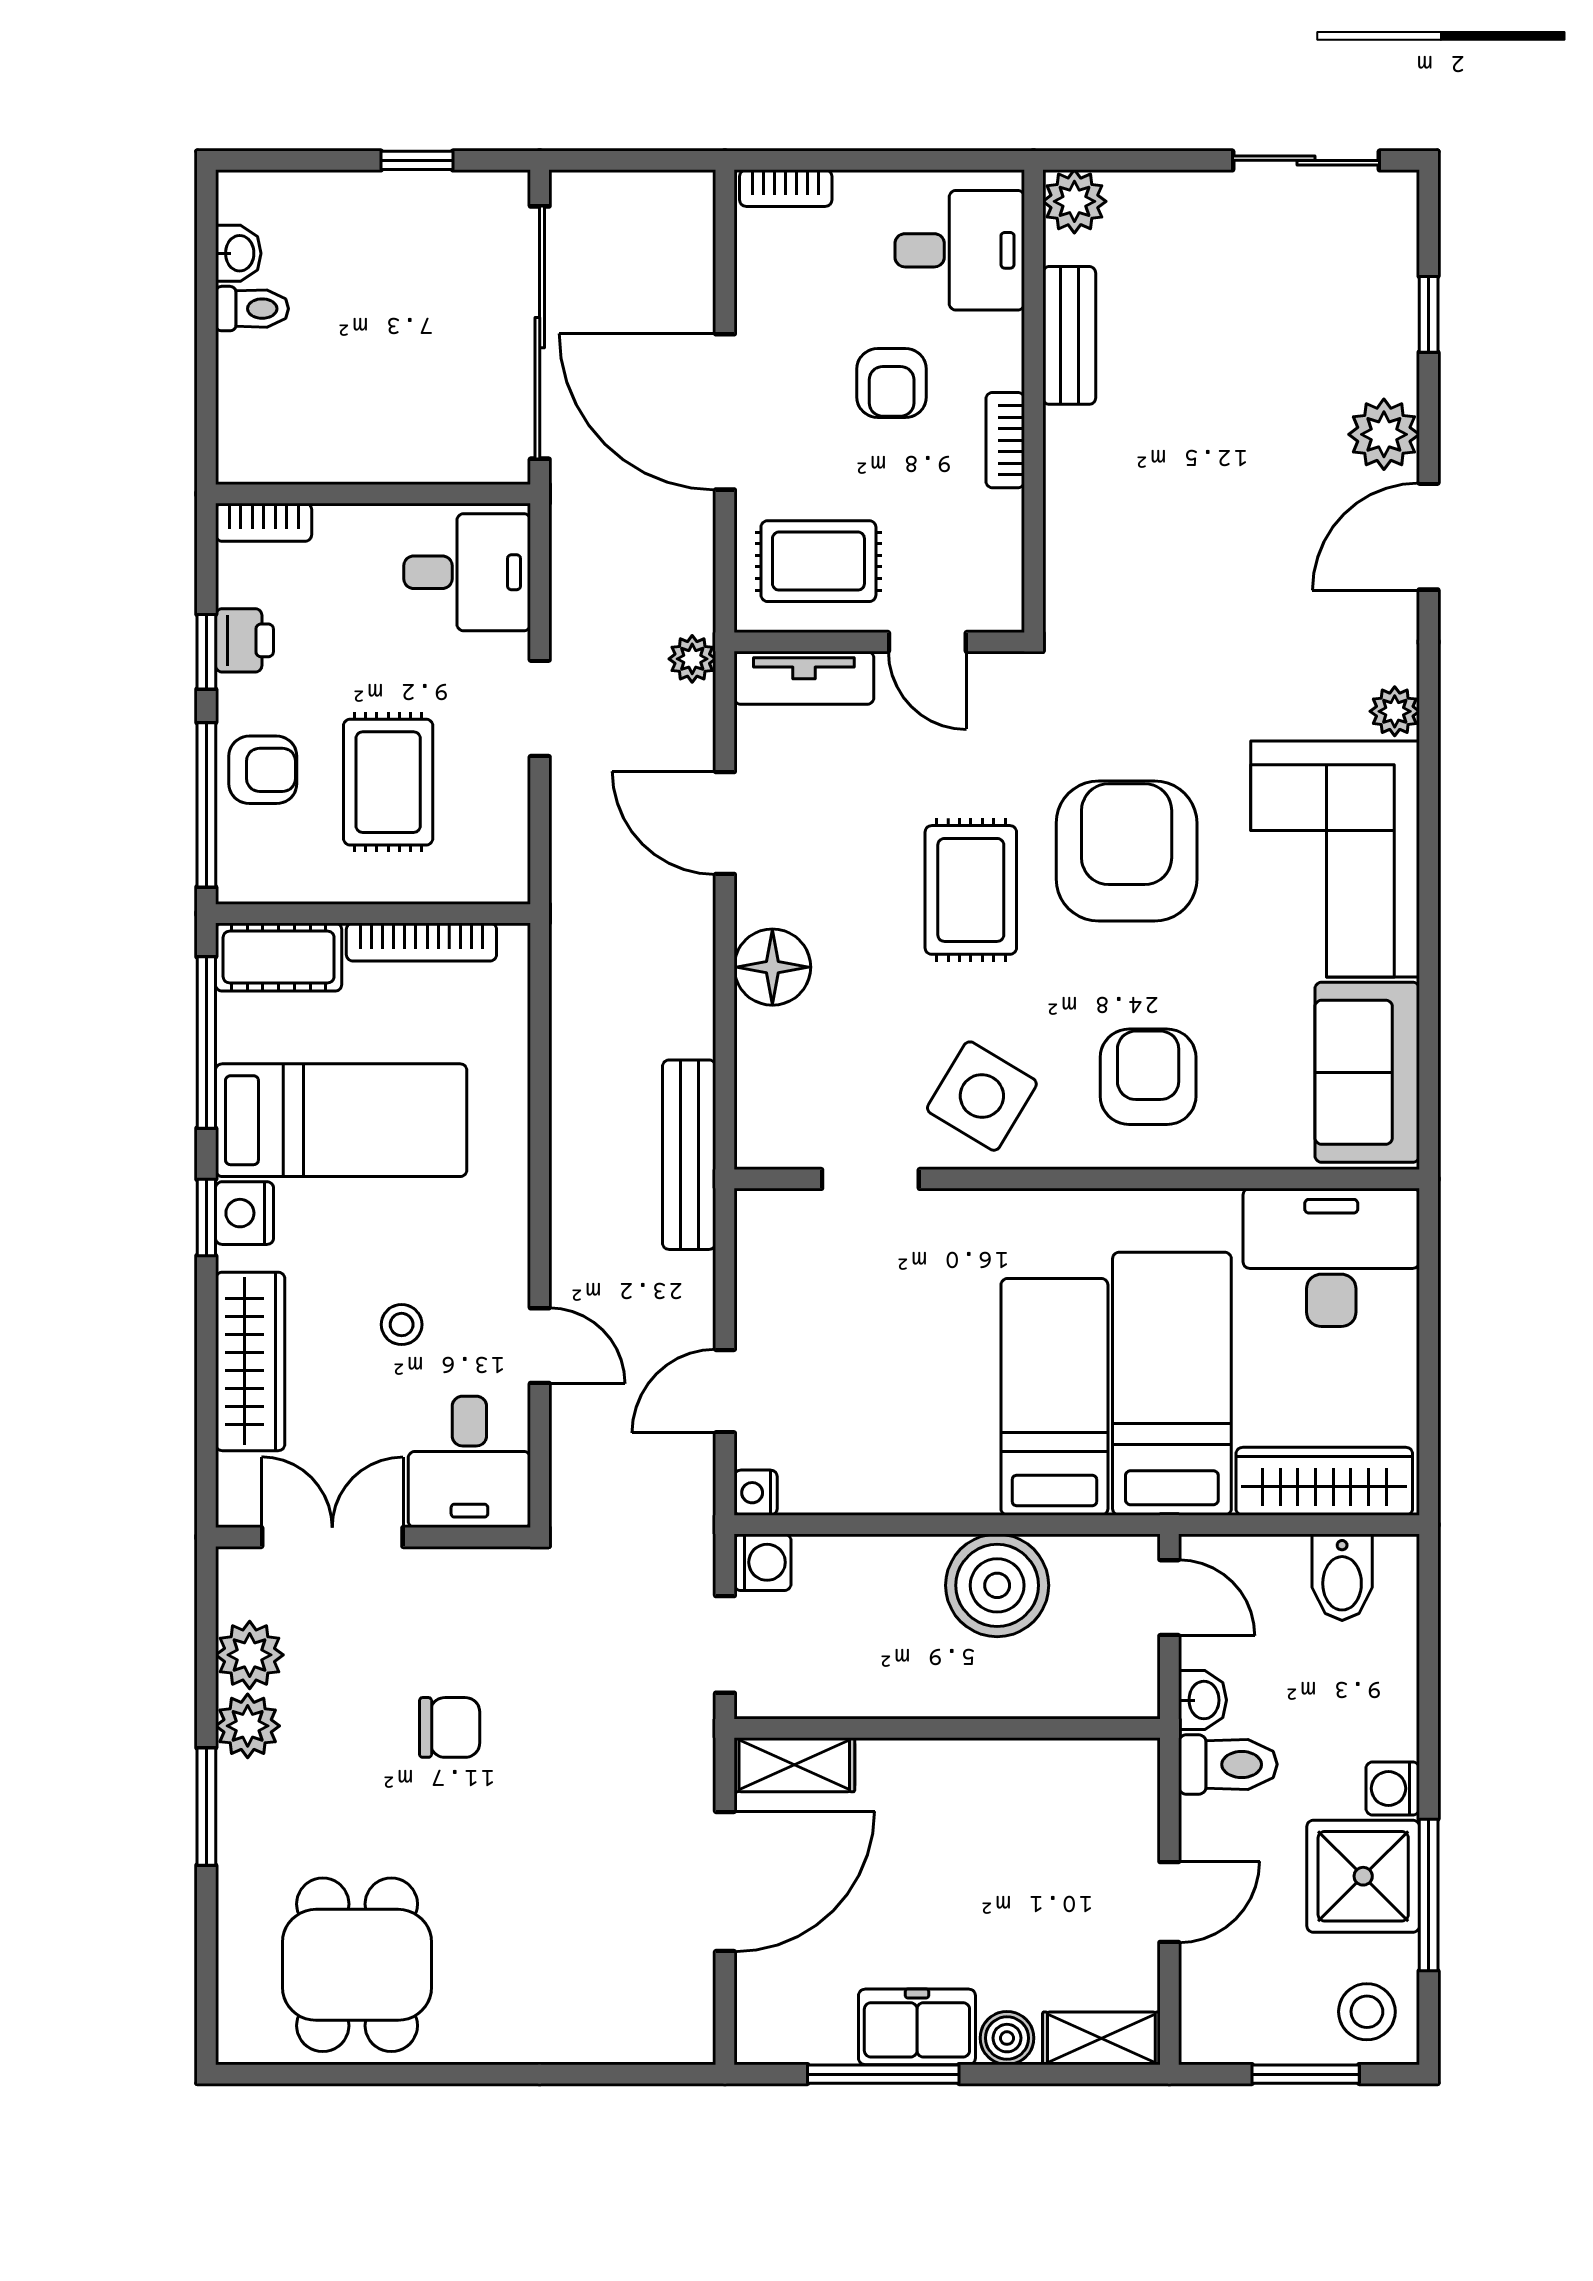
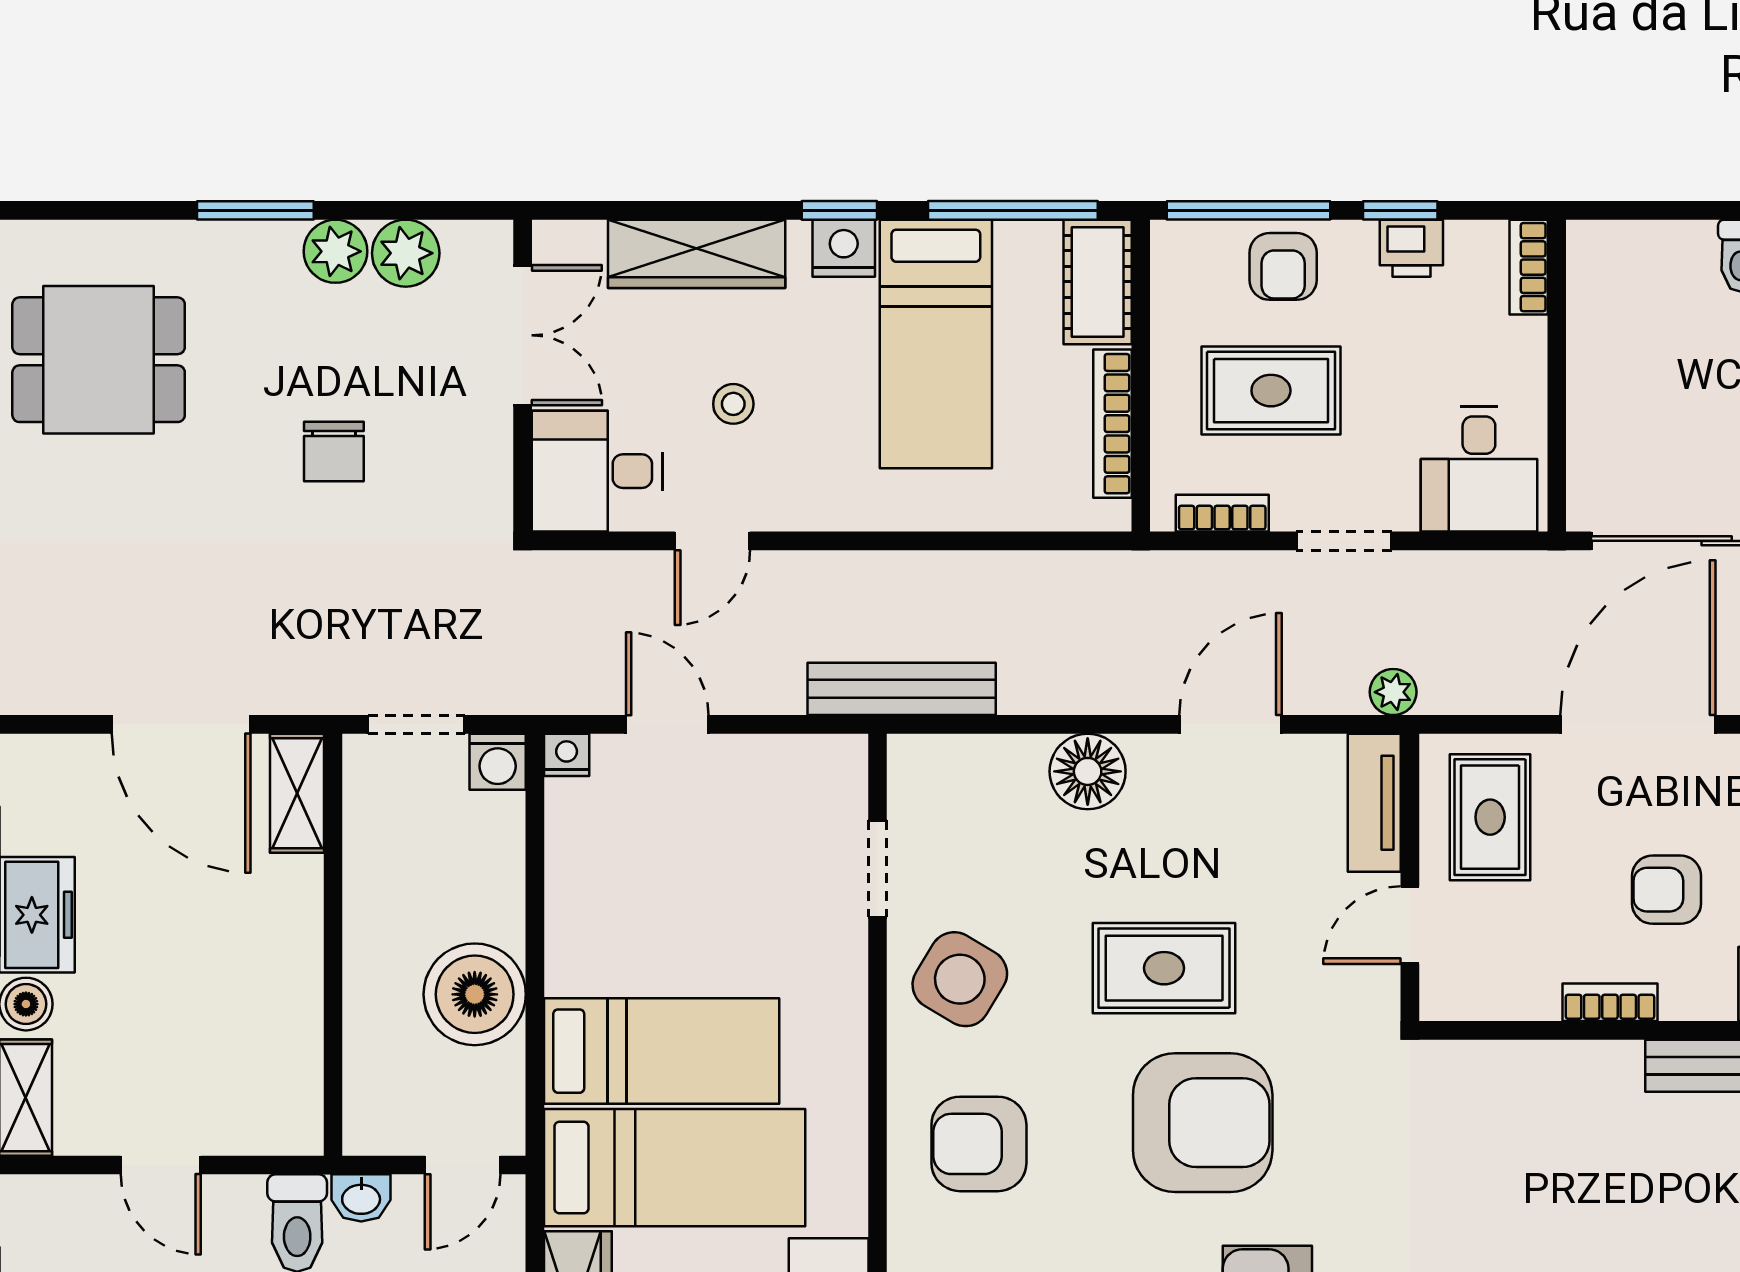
bookcase: (512, 831) -> (1222, 513), added
armchair: (1148, 1077) -> (979, 1144), turned 180

